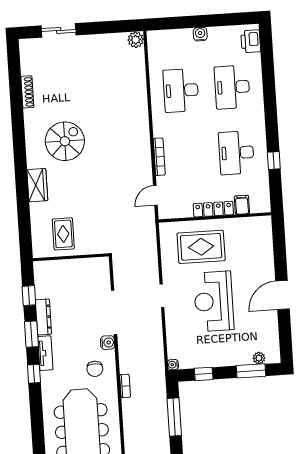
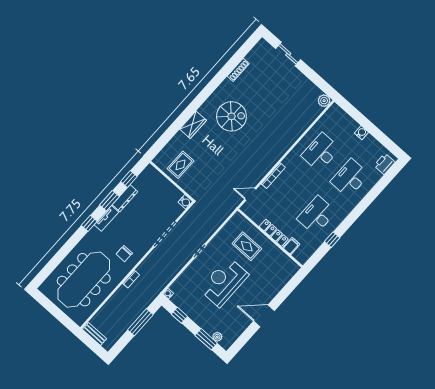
rug: (201, 247) -> (247, 246), width x0.73, depth x0.70
water cooler: (108, 343) -> (185, 202), moved

